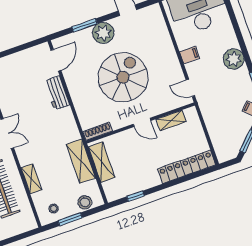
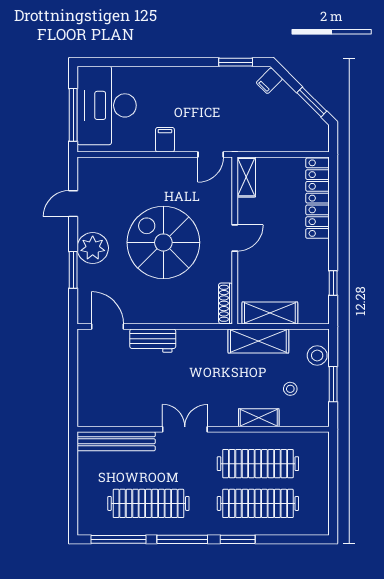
plant: (234, 59) -> (192, 81), removed
shelving: (171, 121) -> (246, 177), moved
stool: (54, 209) -> (290, 389), moved

